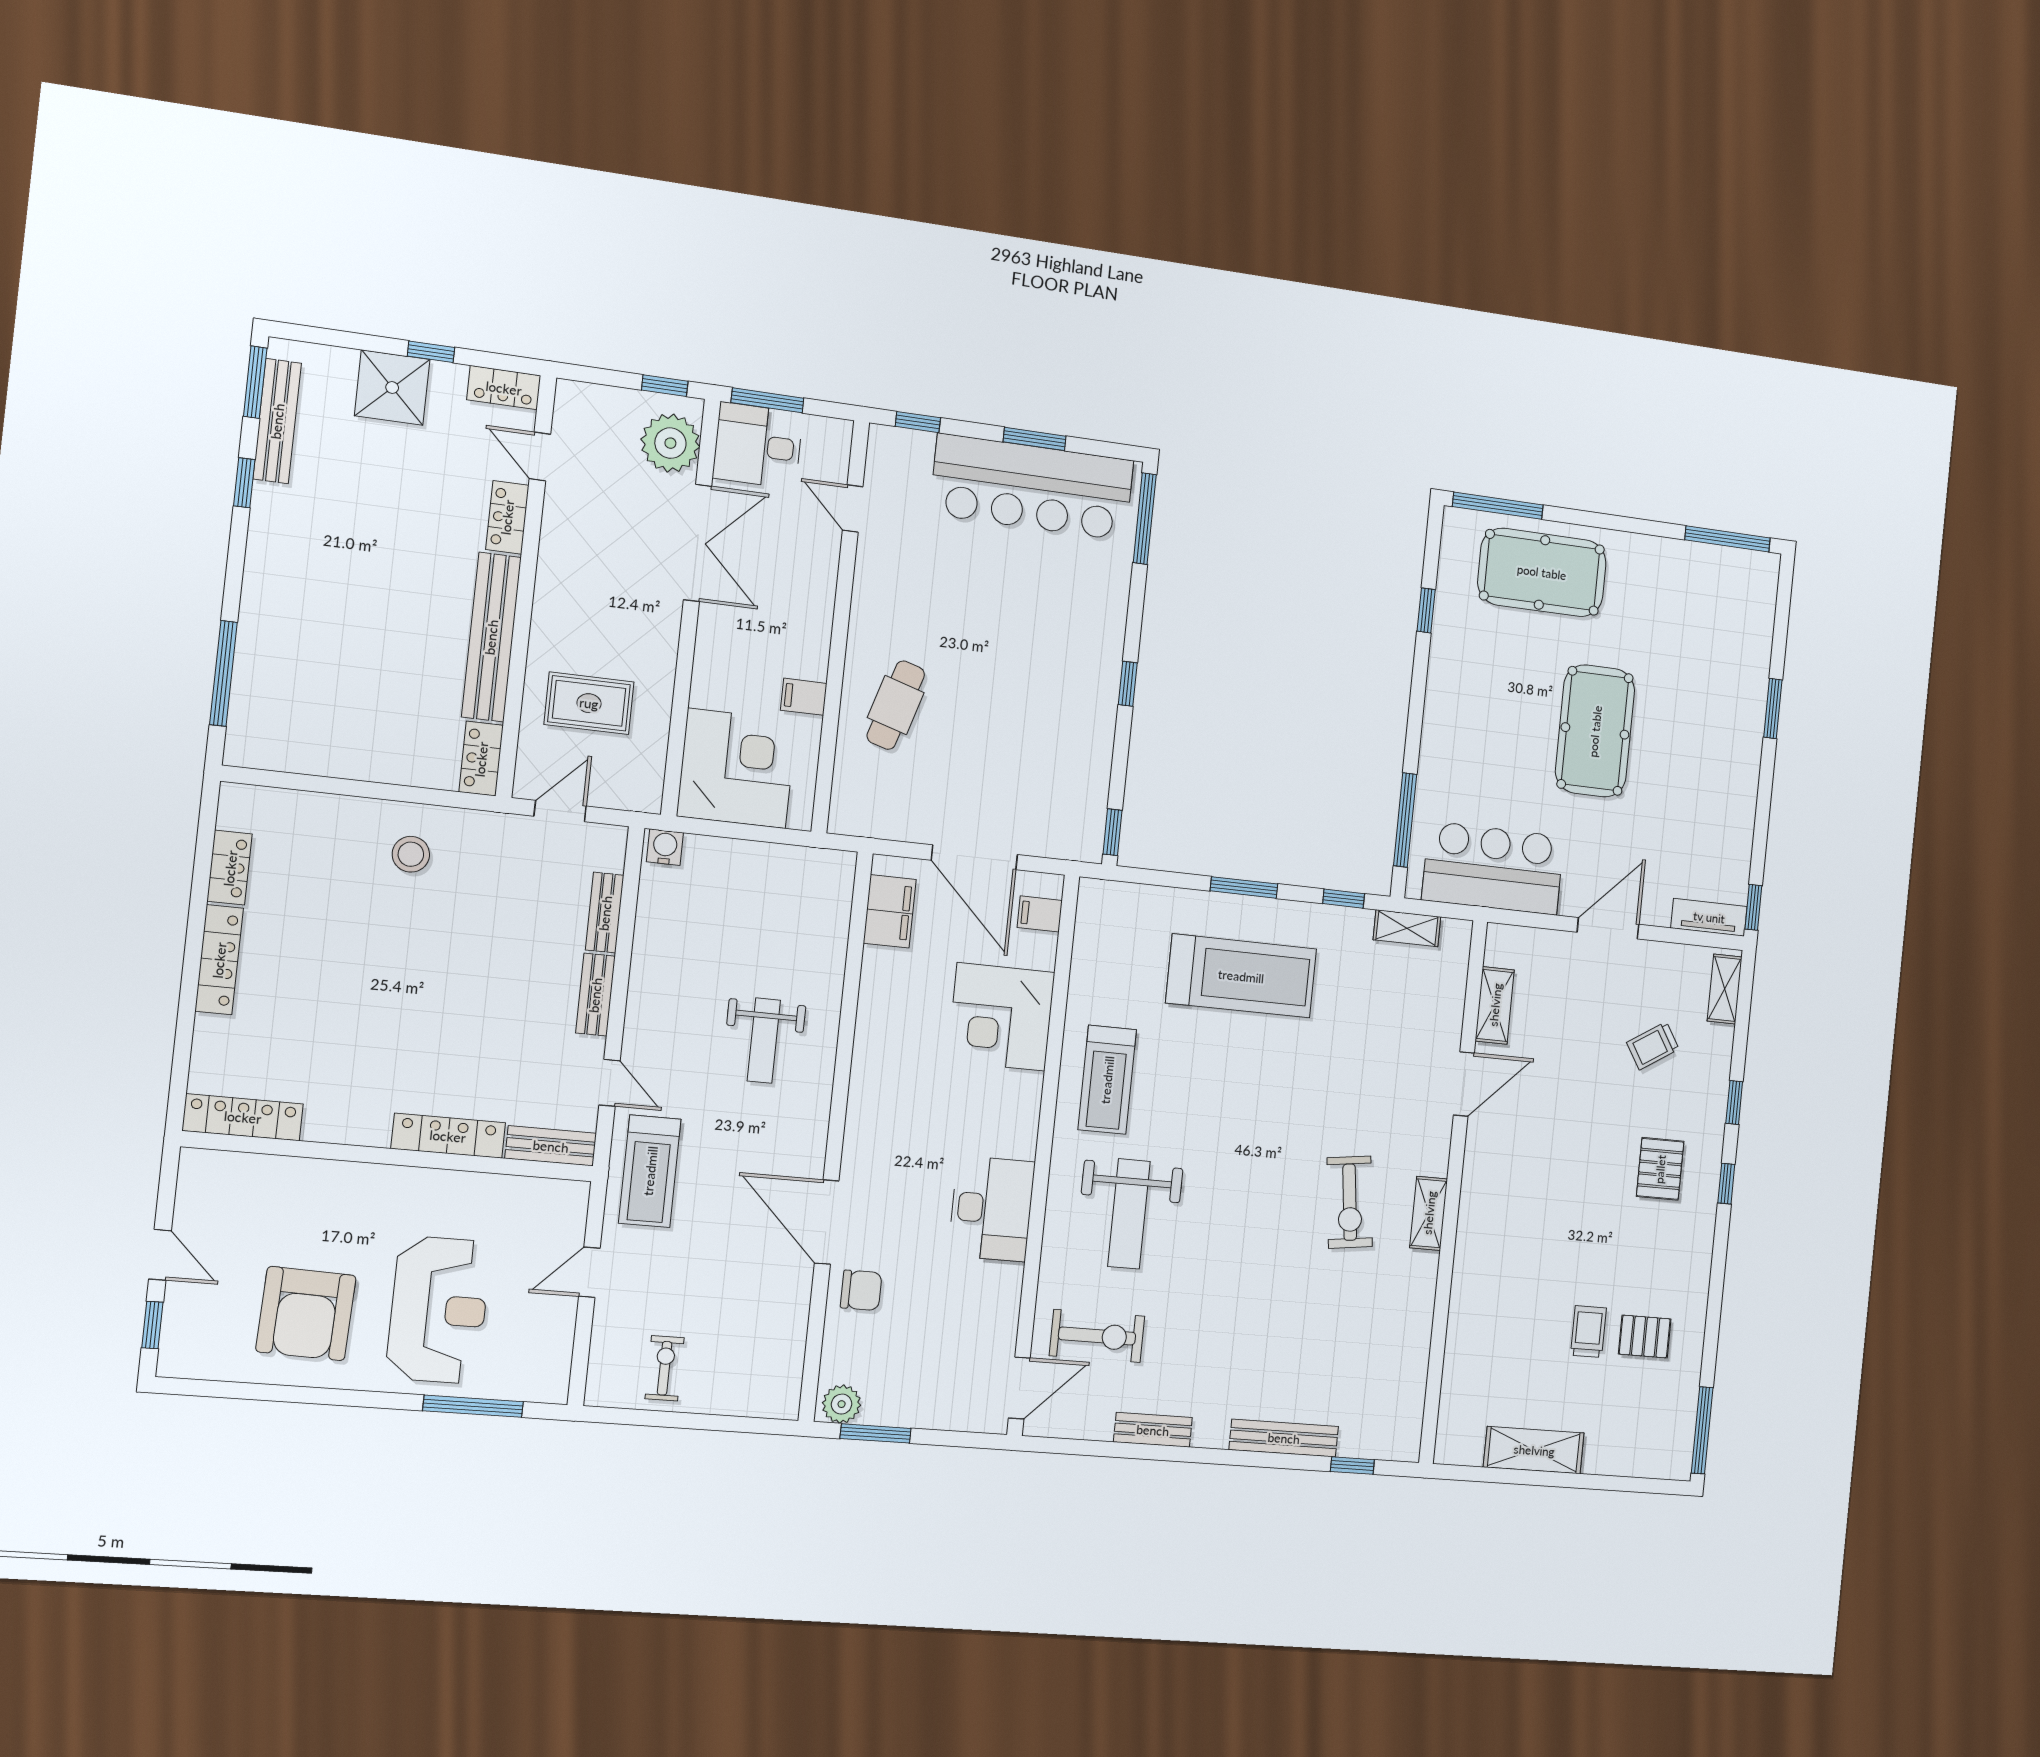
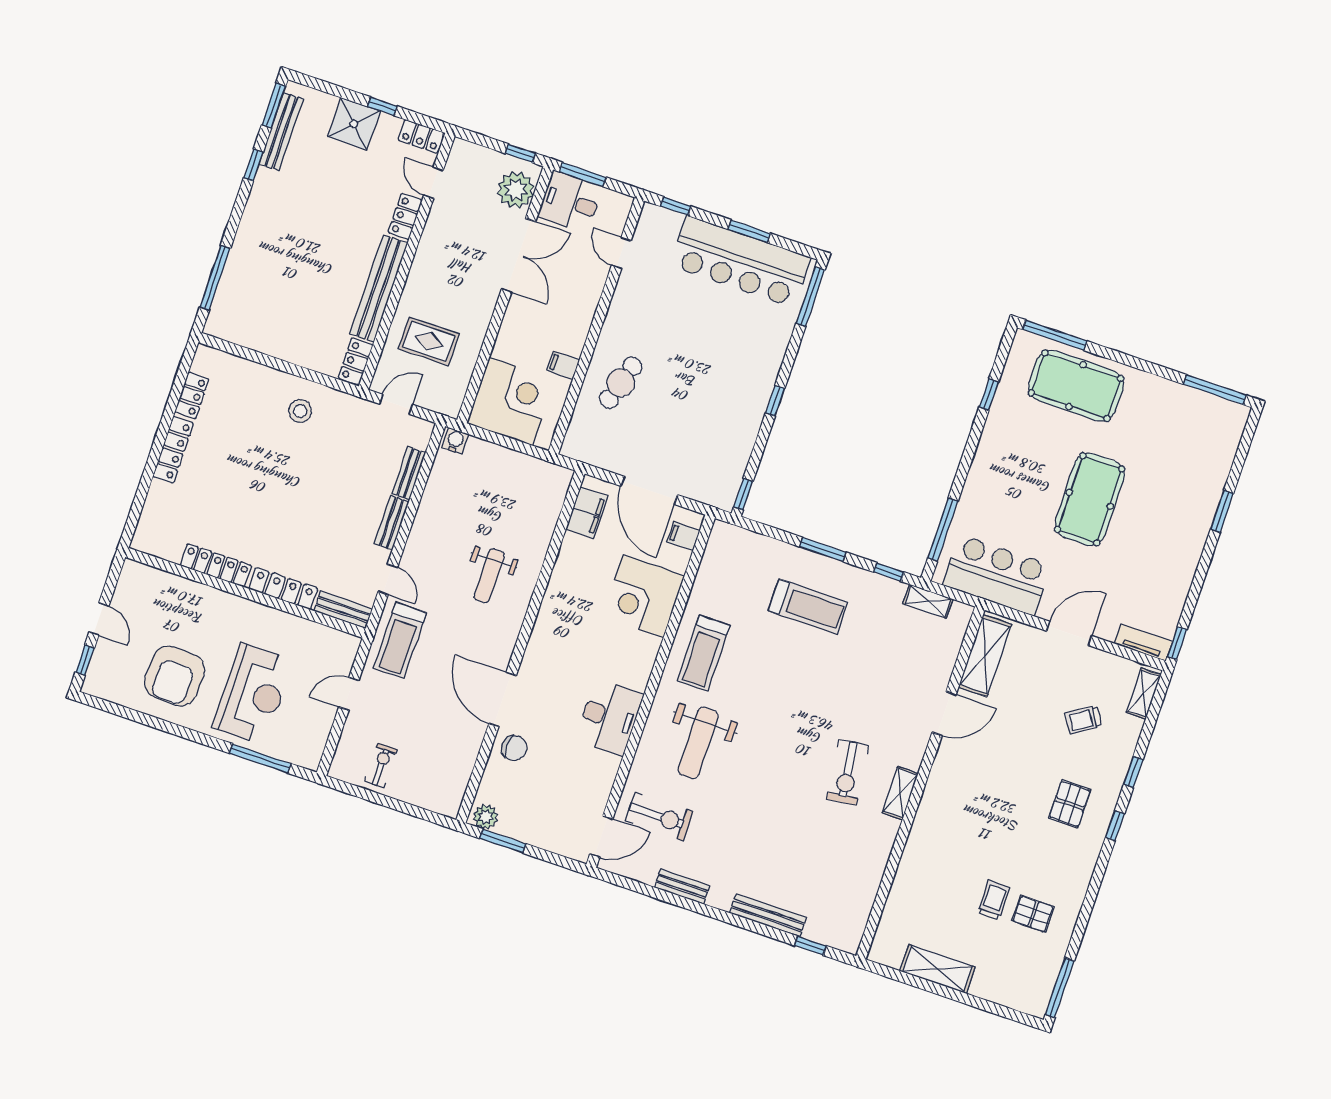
treadmill: (1241, 976) -> (808, 607), width x0.73, depth x0.73
shelving: (1495, 1005) -> (985, 656), width x1.50, depth x1.33
locker: (243, 1117) -> (216, 565), moved

